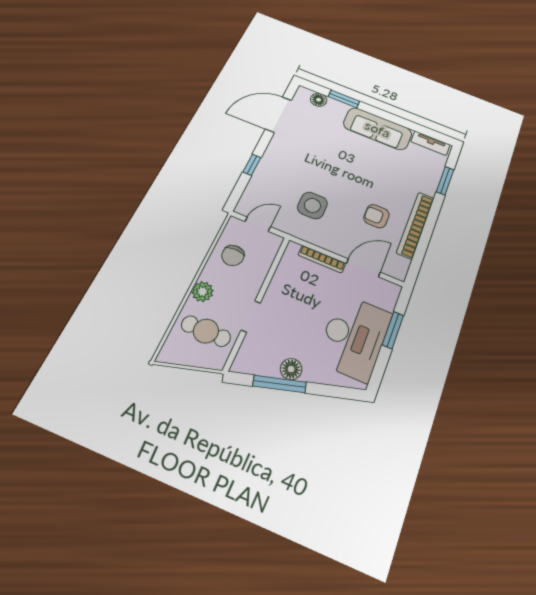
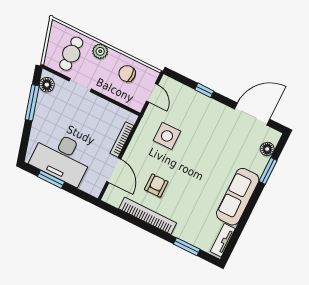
door: (279, 115) -> (252, 114), hinge flipped
window: (393, 330) -> (51, 179), moved
floor lamp: (291, 369) -> (47, 85), moved

